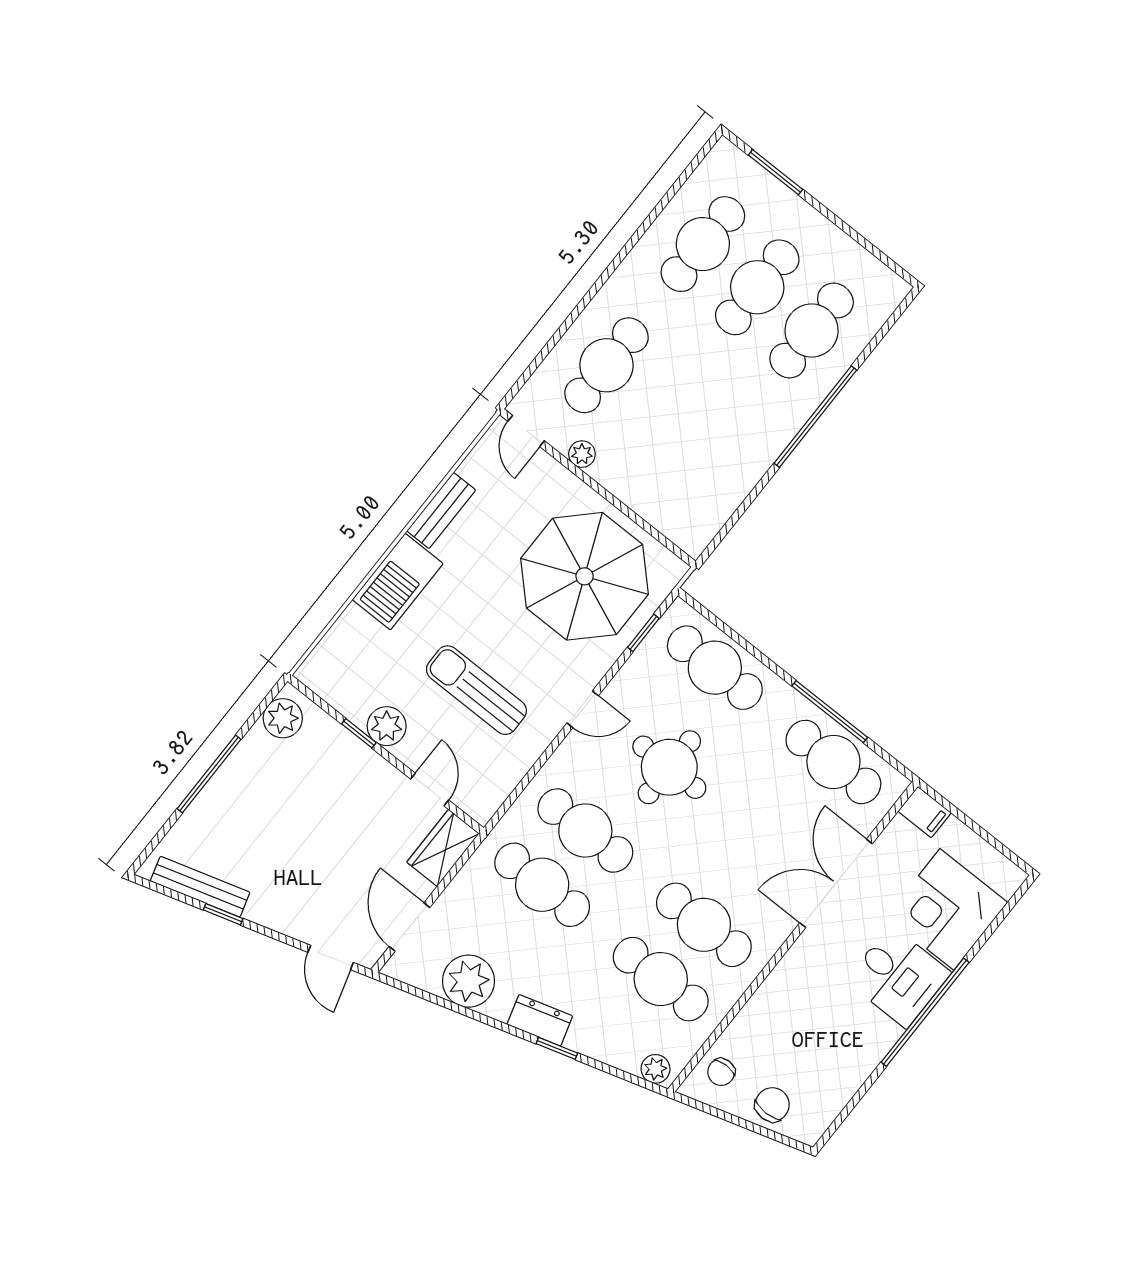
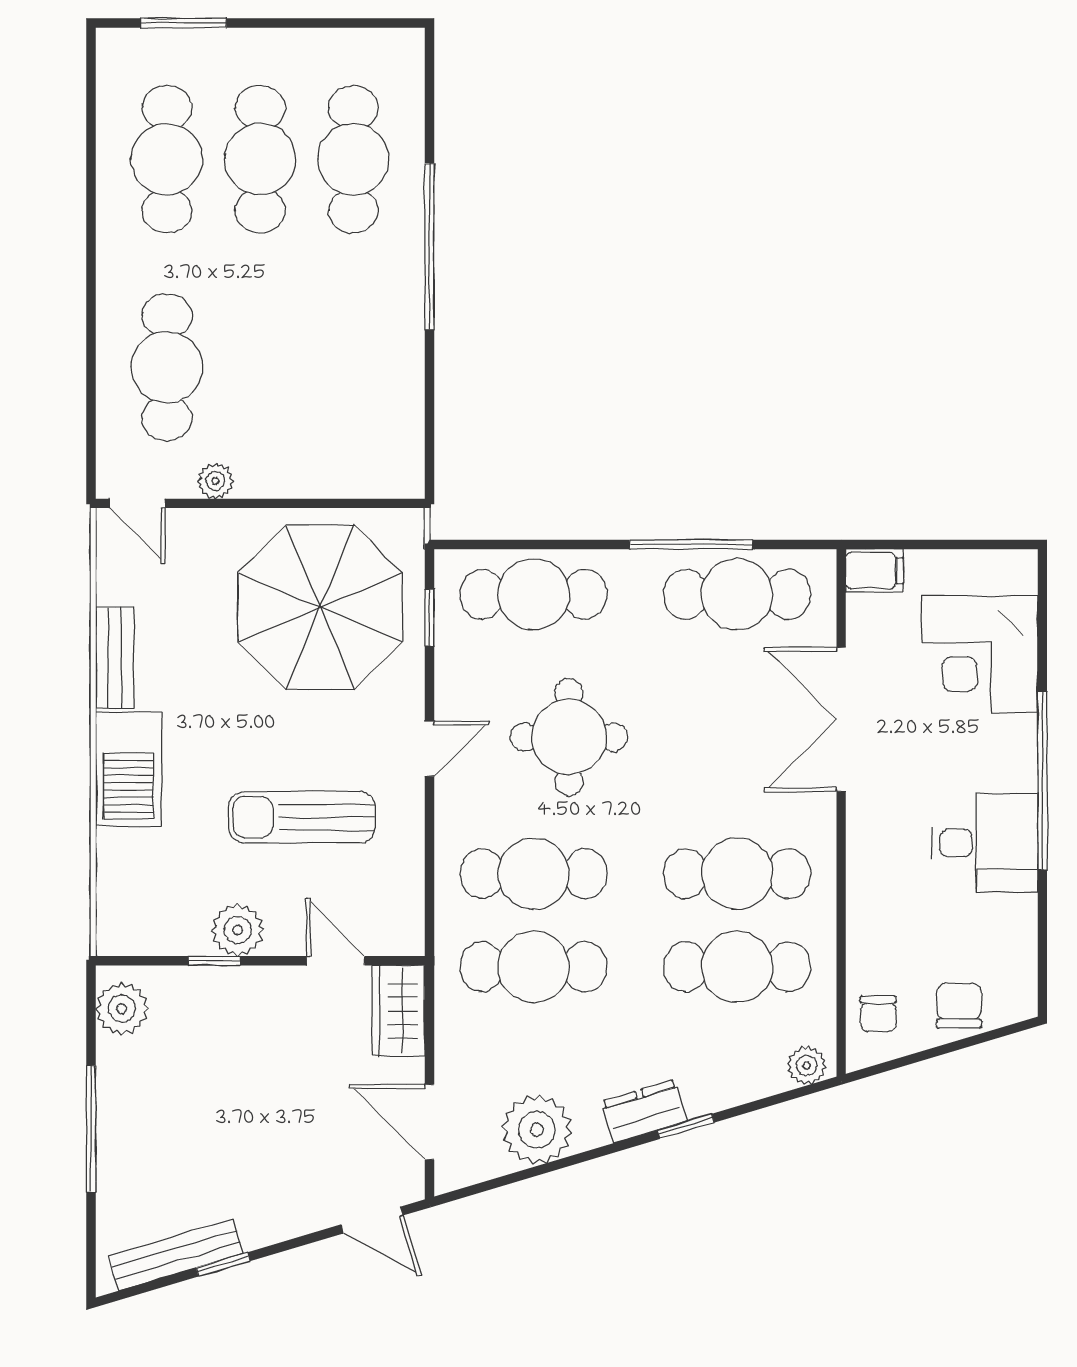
desk: (898, 977) -> (985, 843), moved

